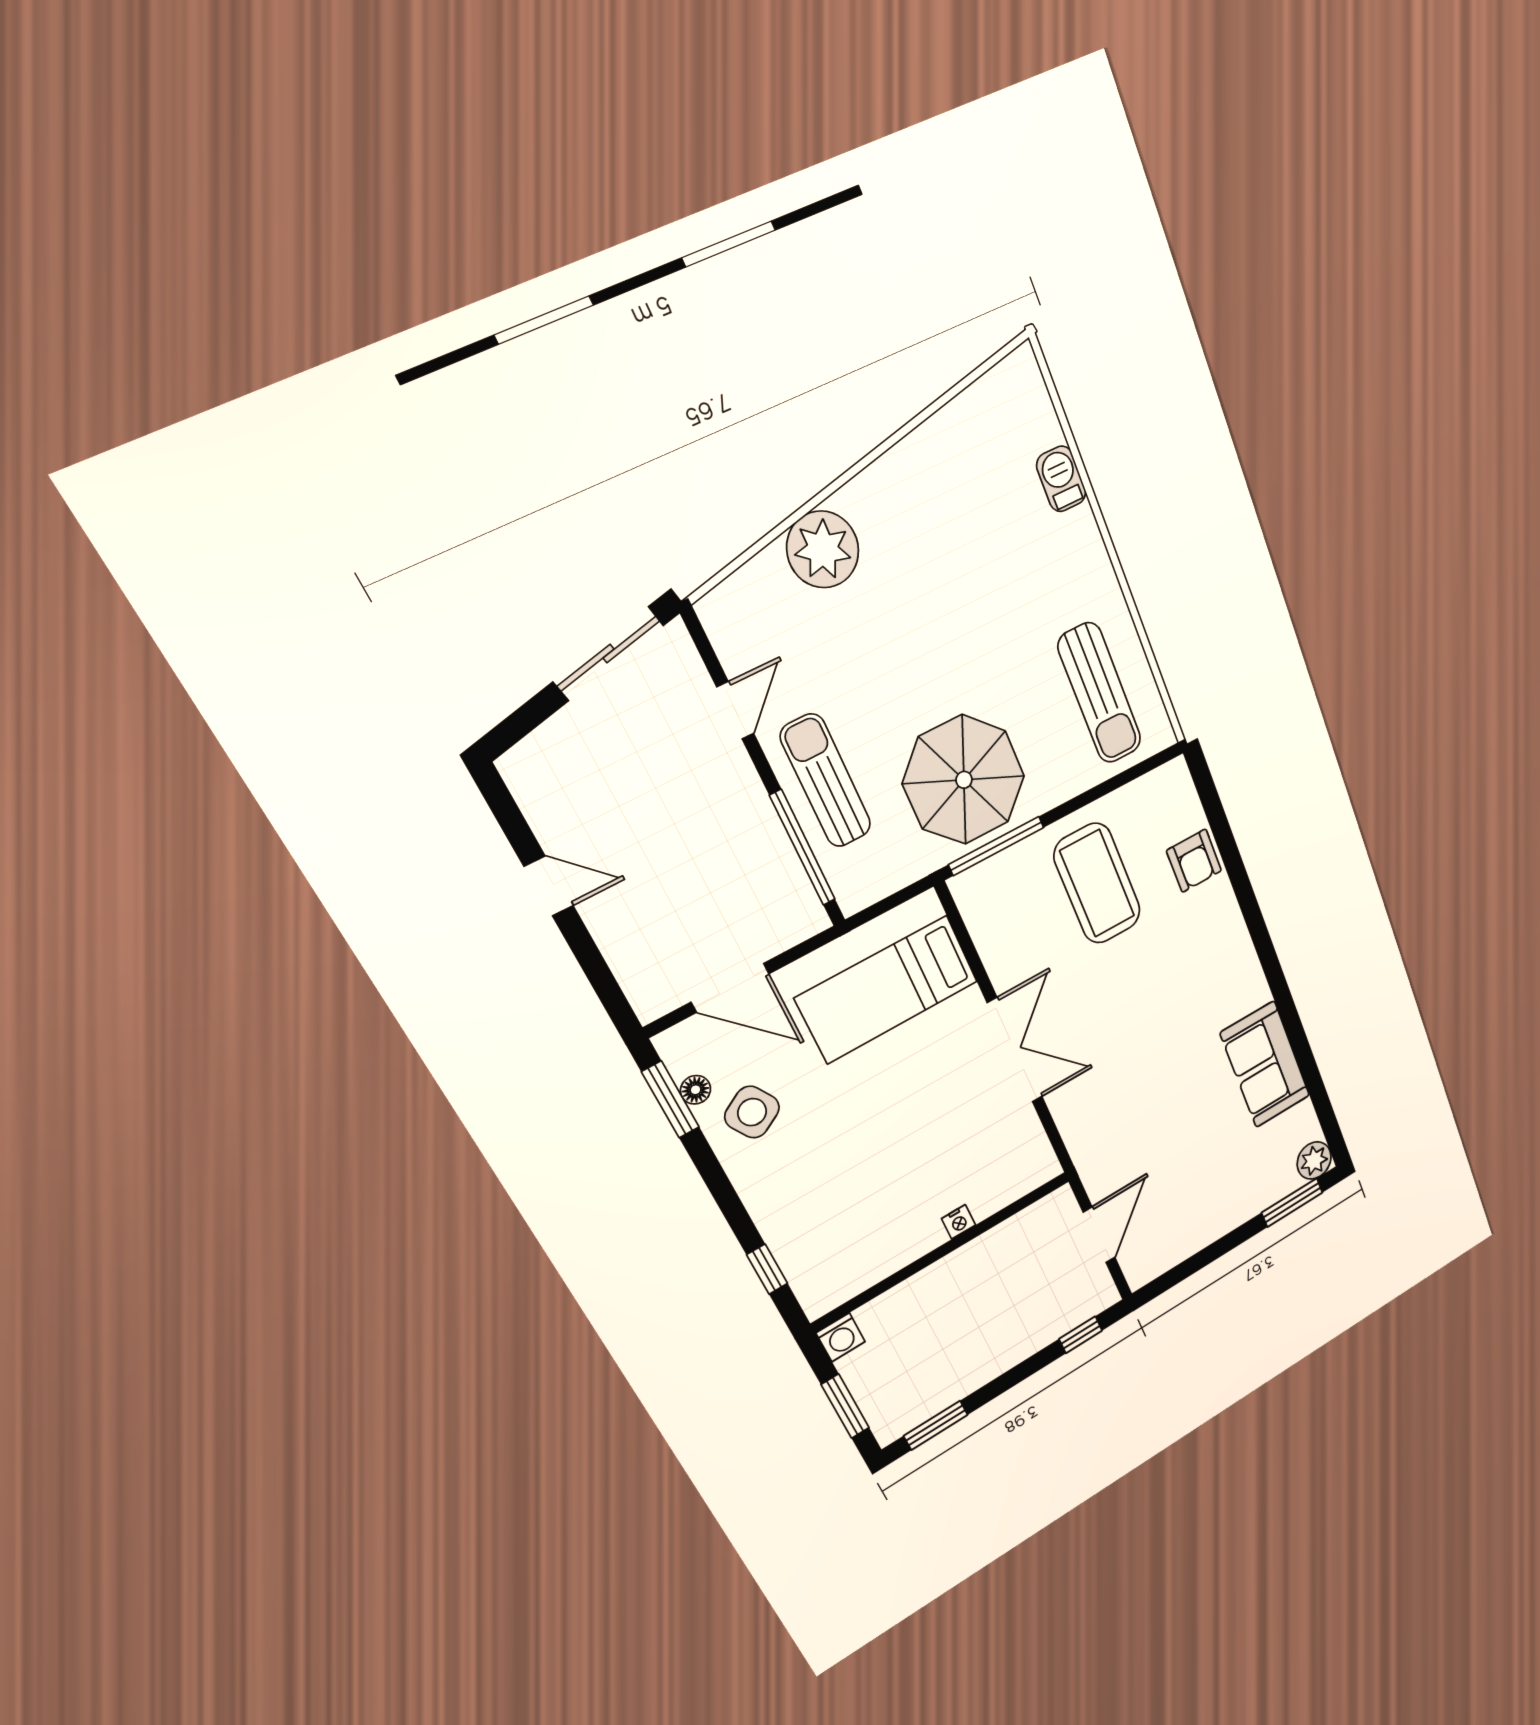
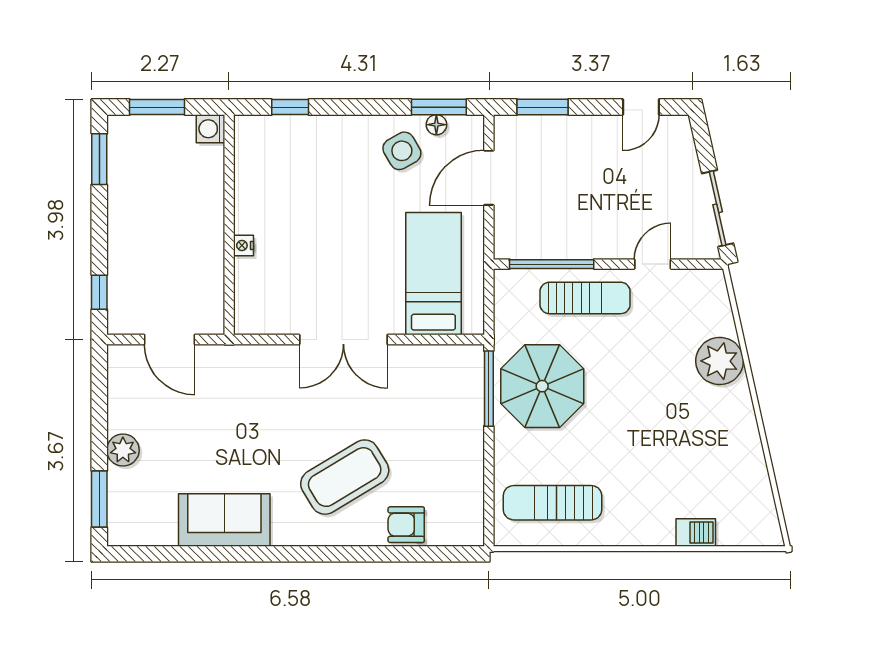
door: (735, 710) -> (653, 264), swing flipped
coffee table: (1097, 884) -> (345, 477), moved, turned -31
door: (549, 886) -> (641, 107), moved
window: (596, 970) -> (543, 107), added
plant: (1314, 1160) -> (123, 450), moved

